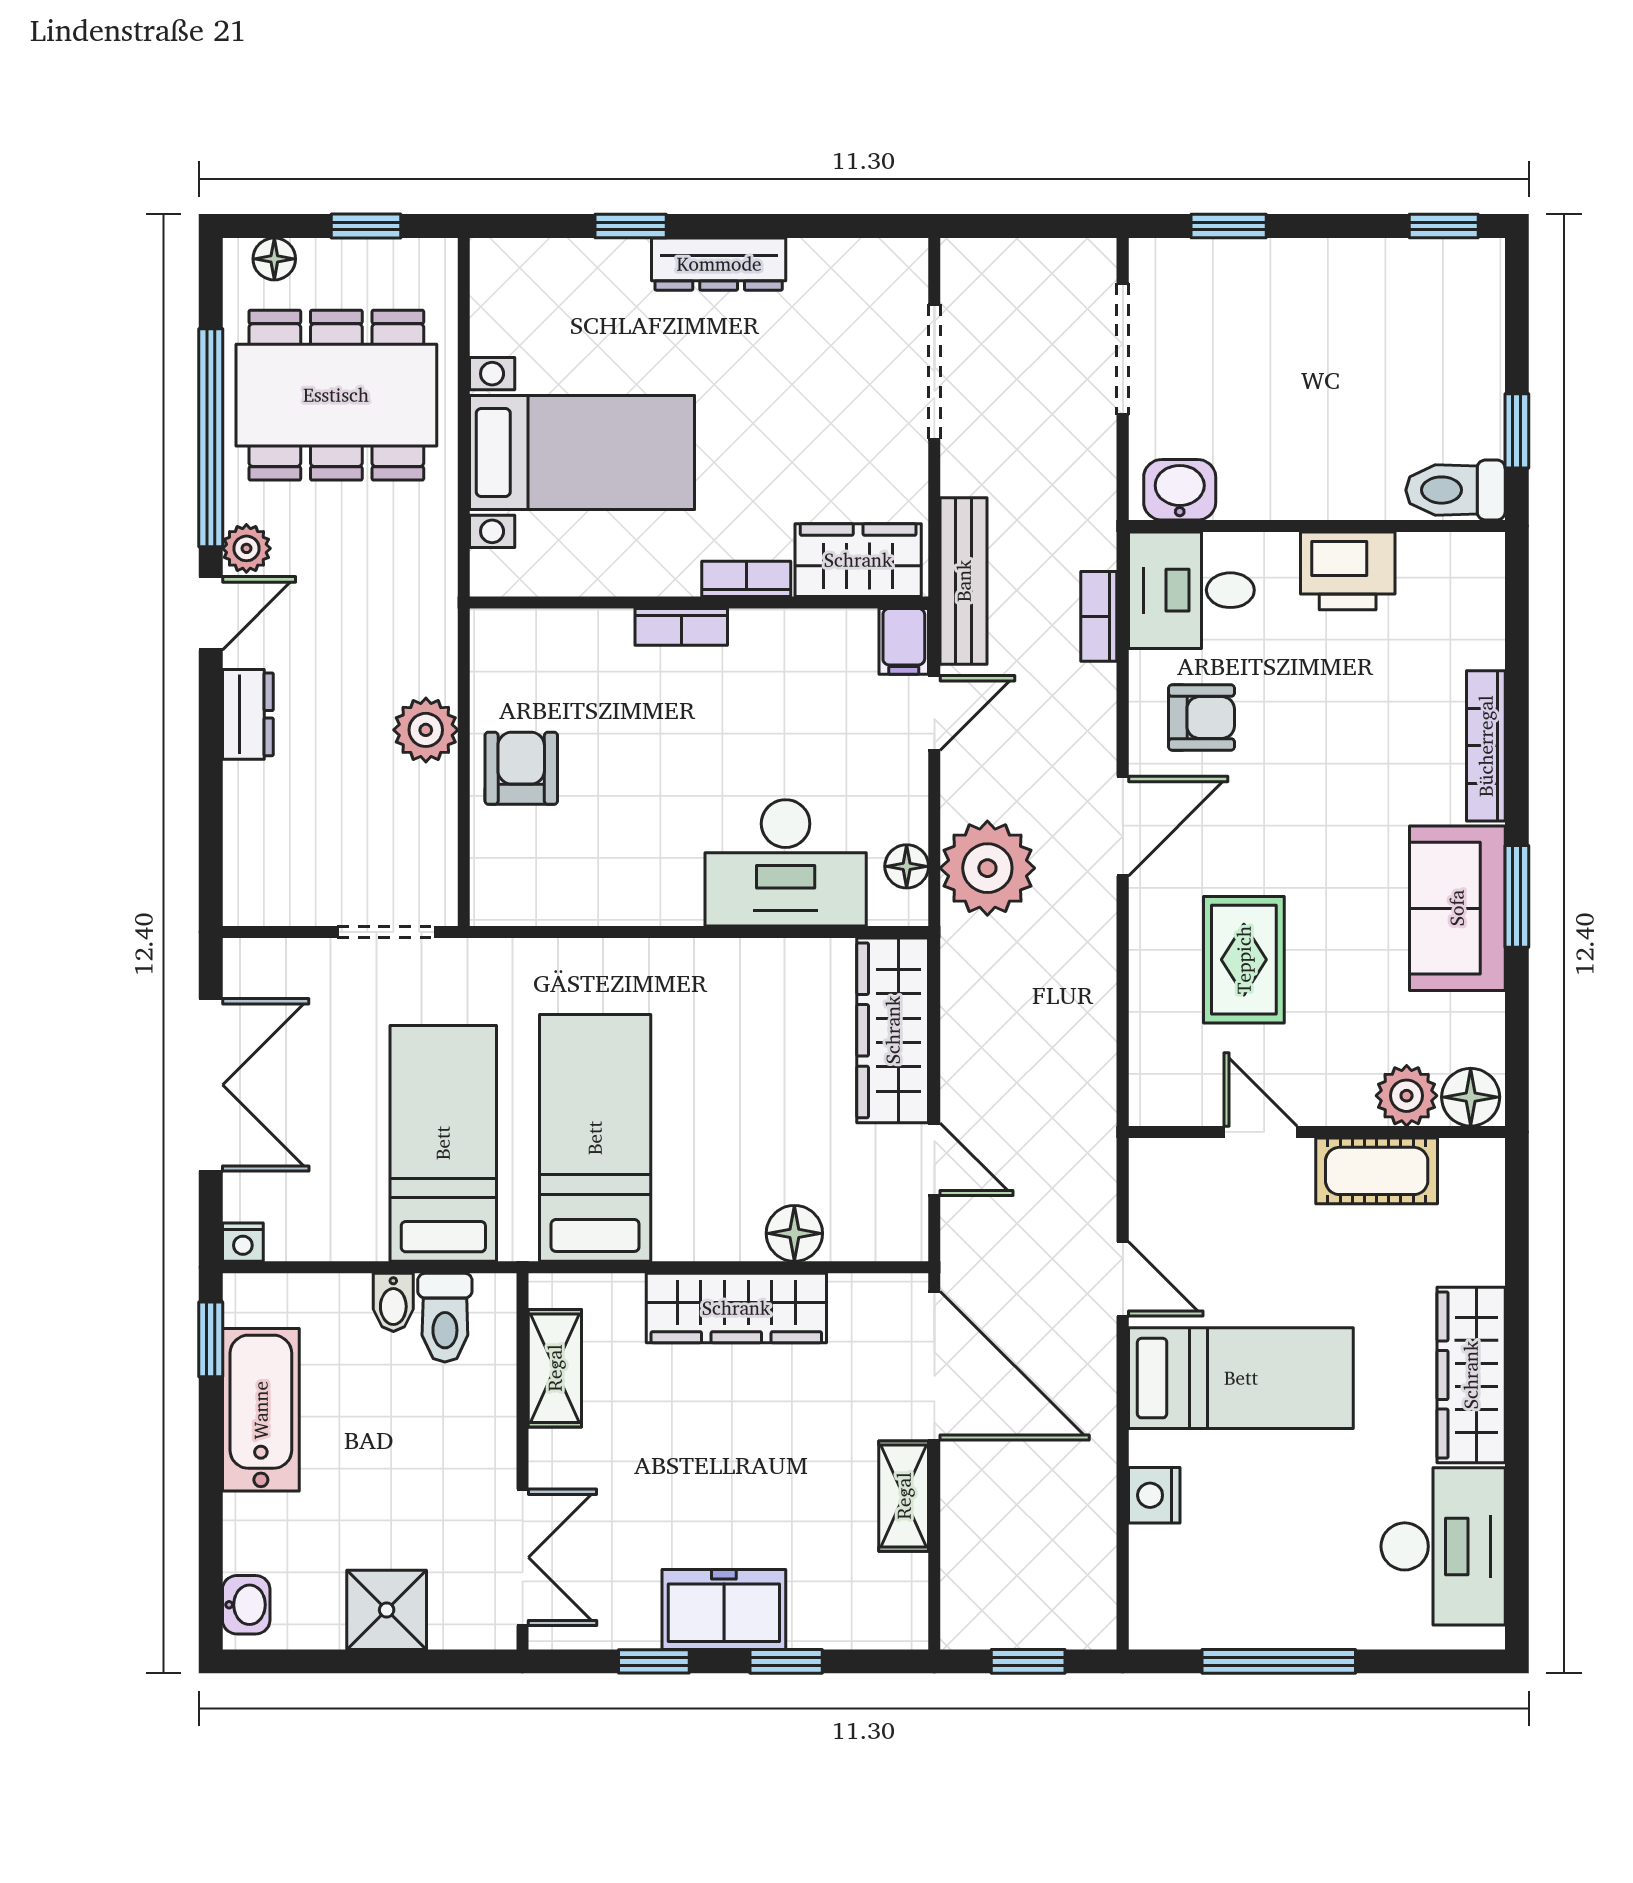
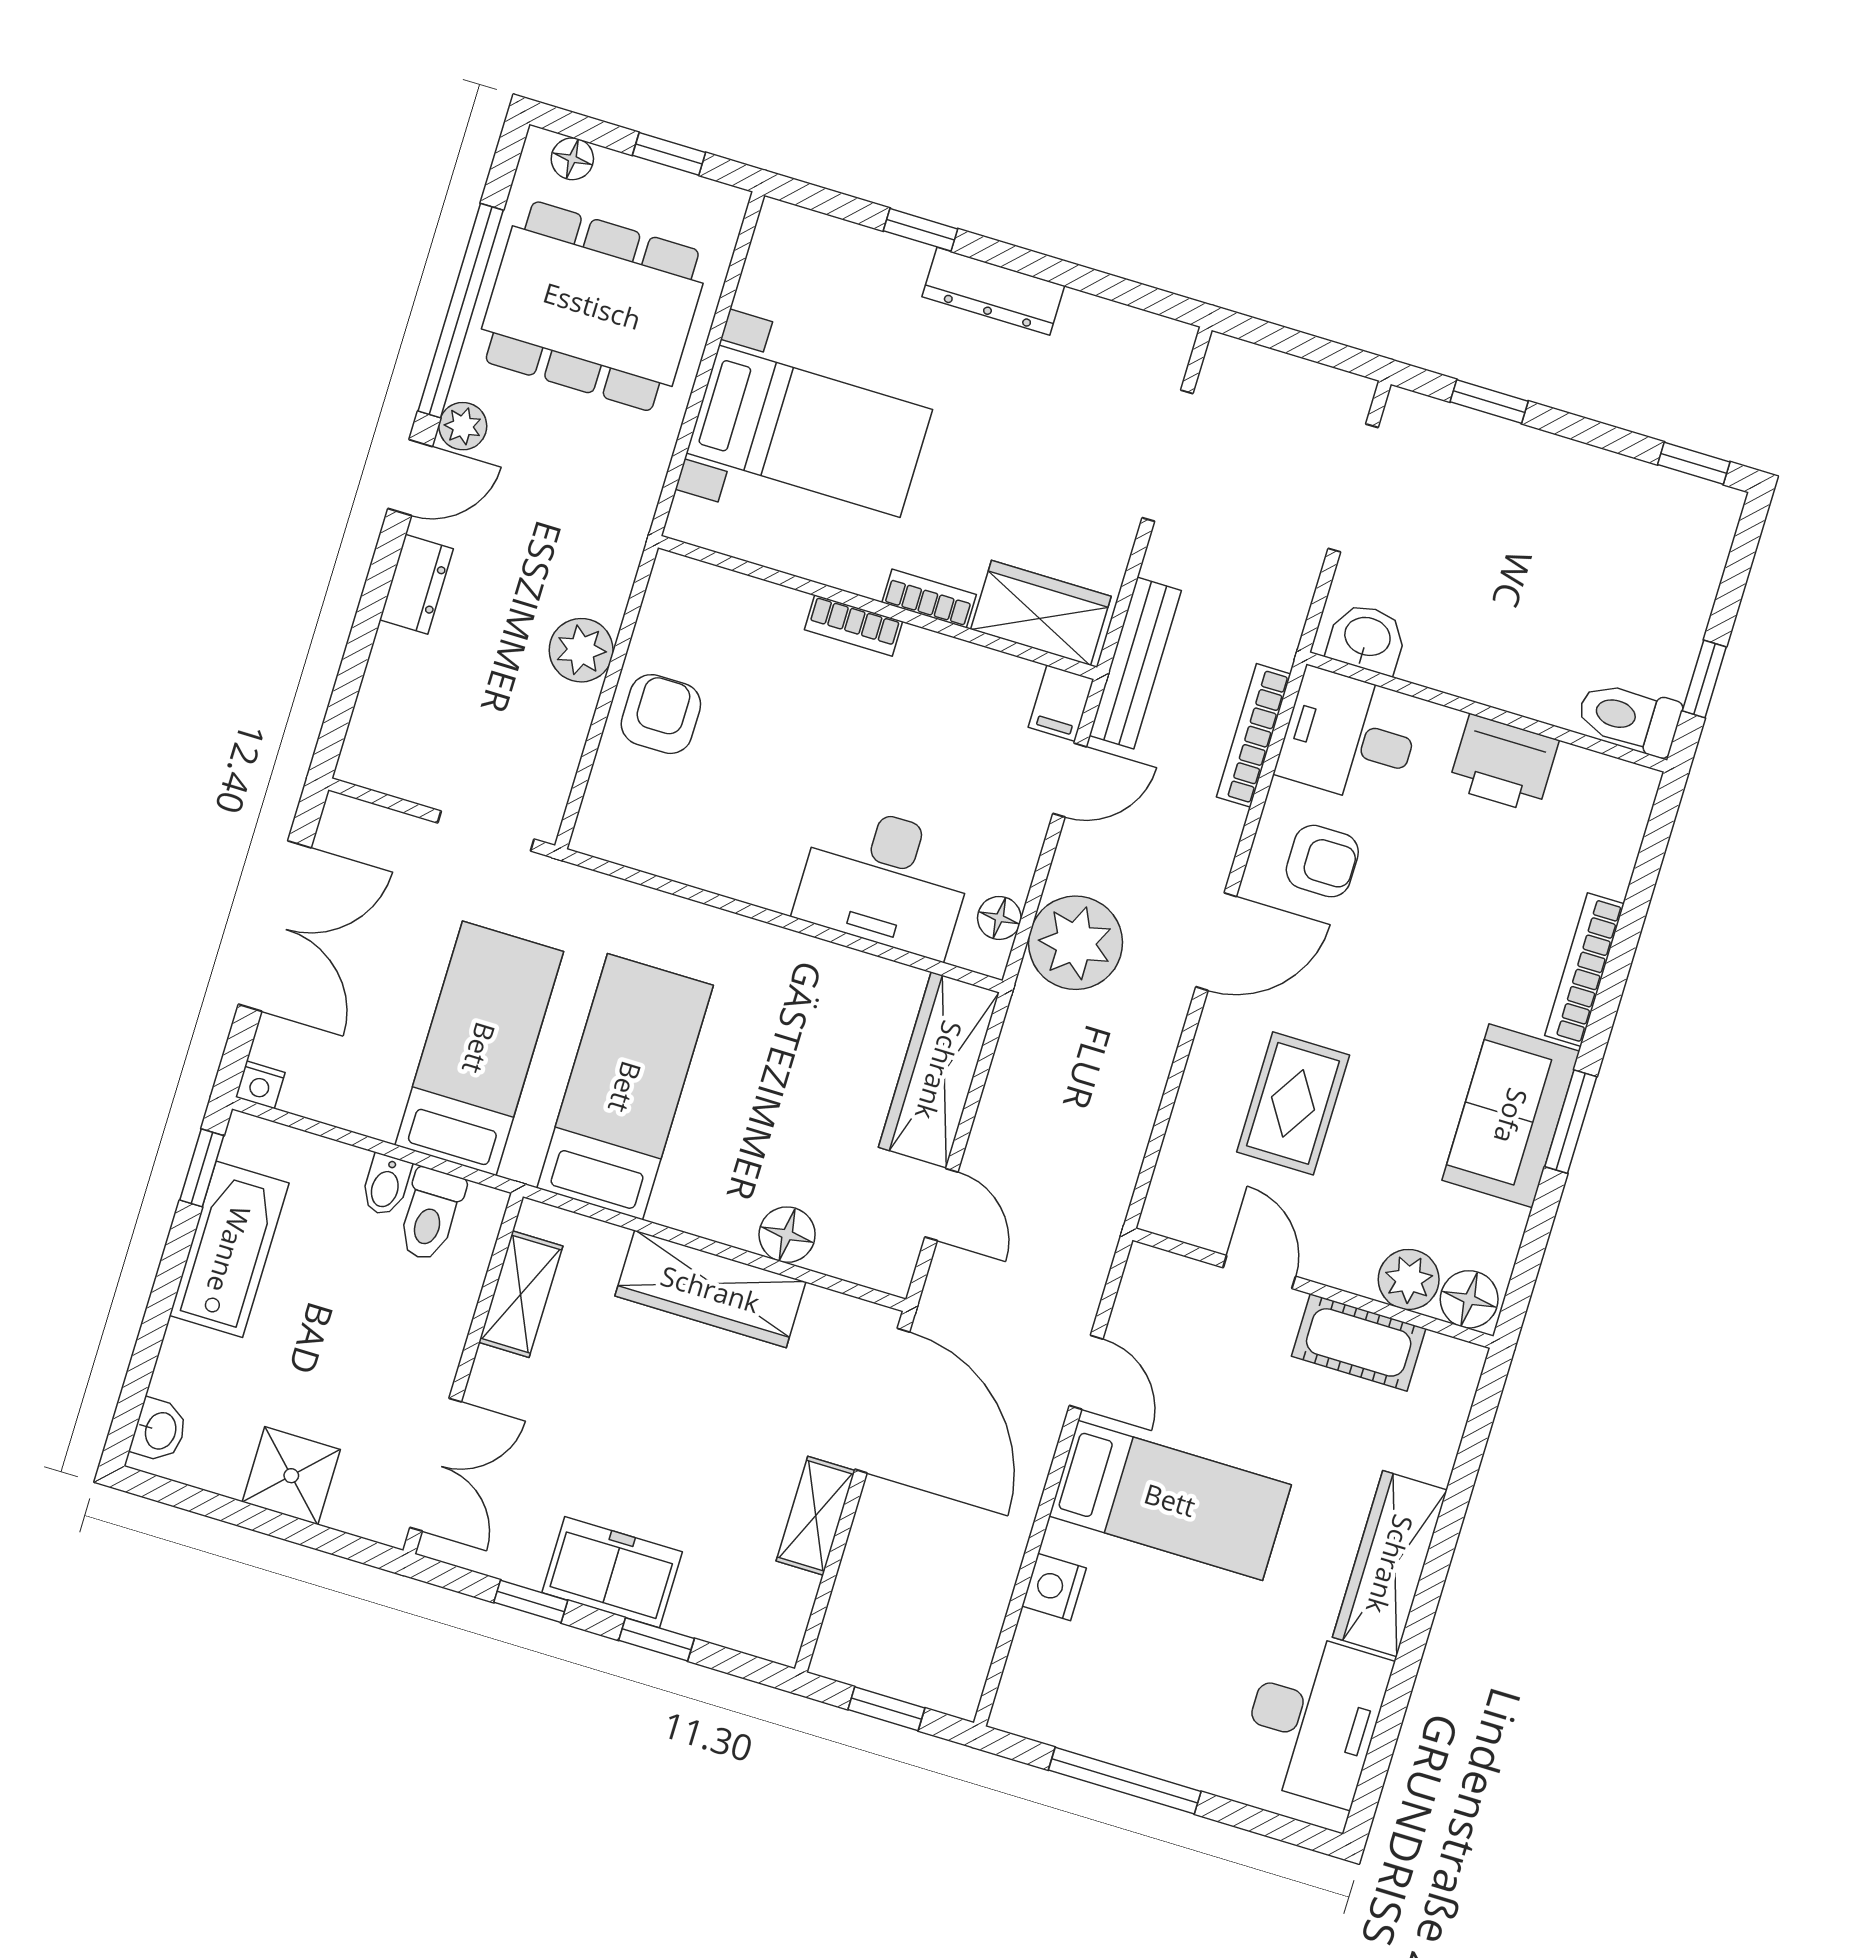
bookcase: (1099, 616) -> (1254, 735), width x1.56

